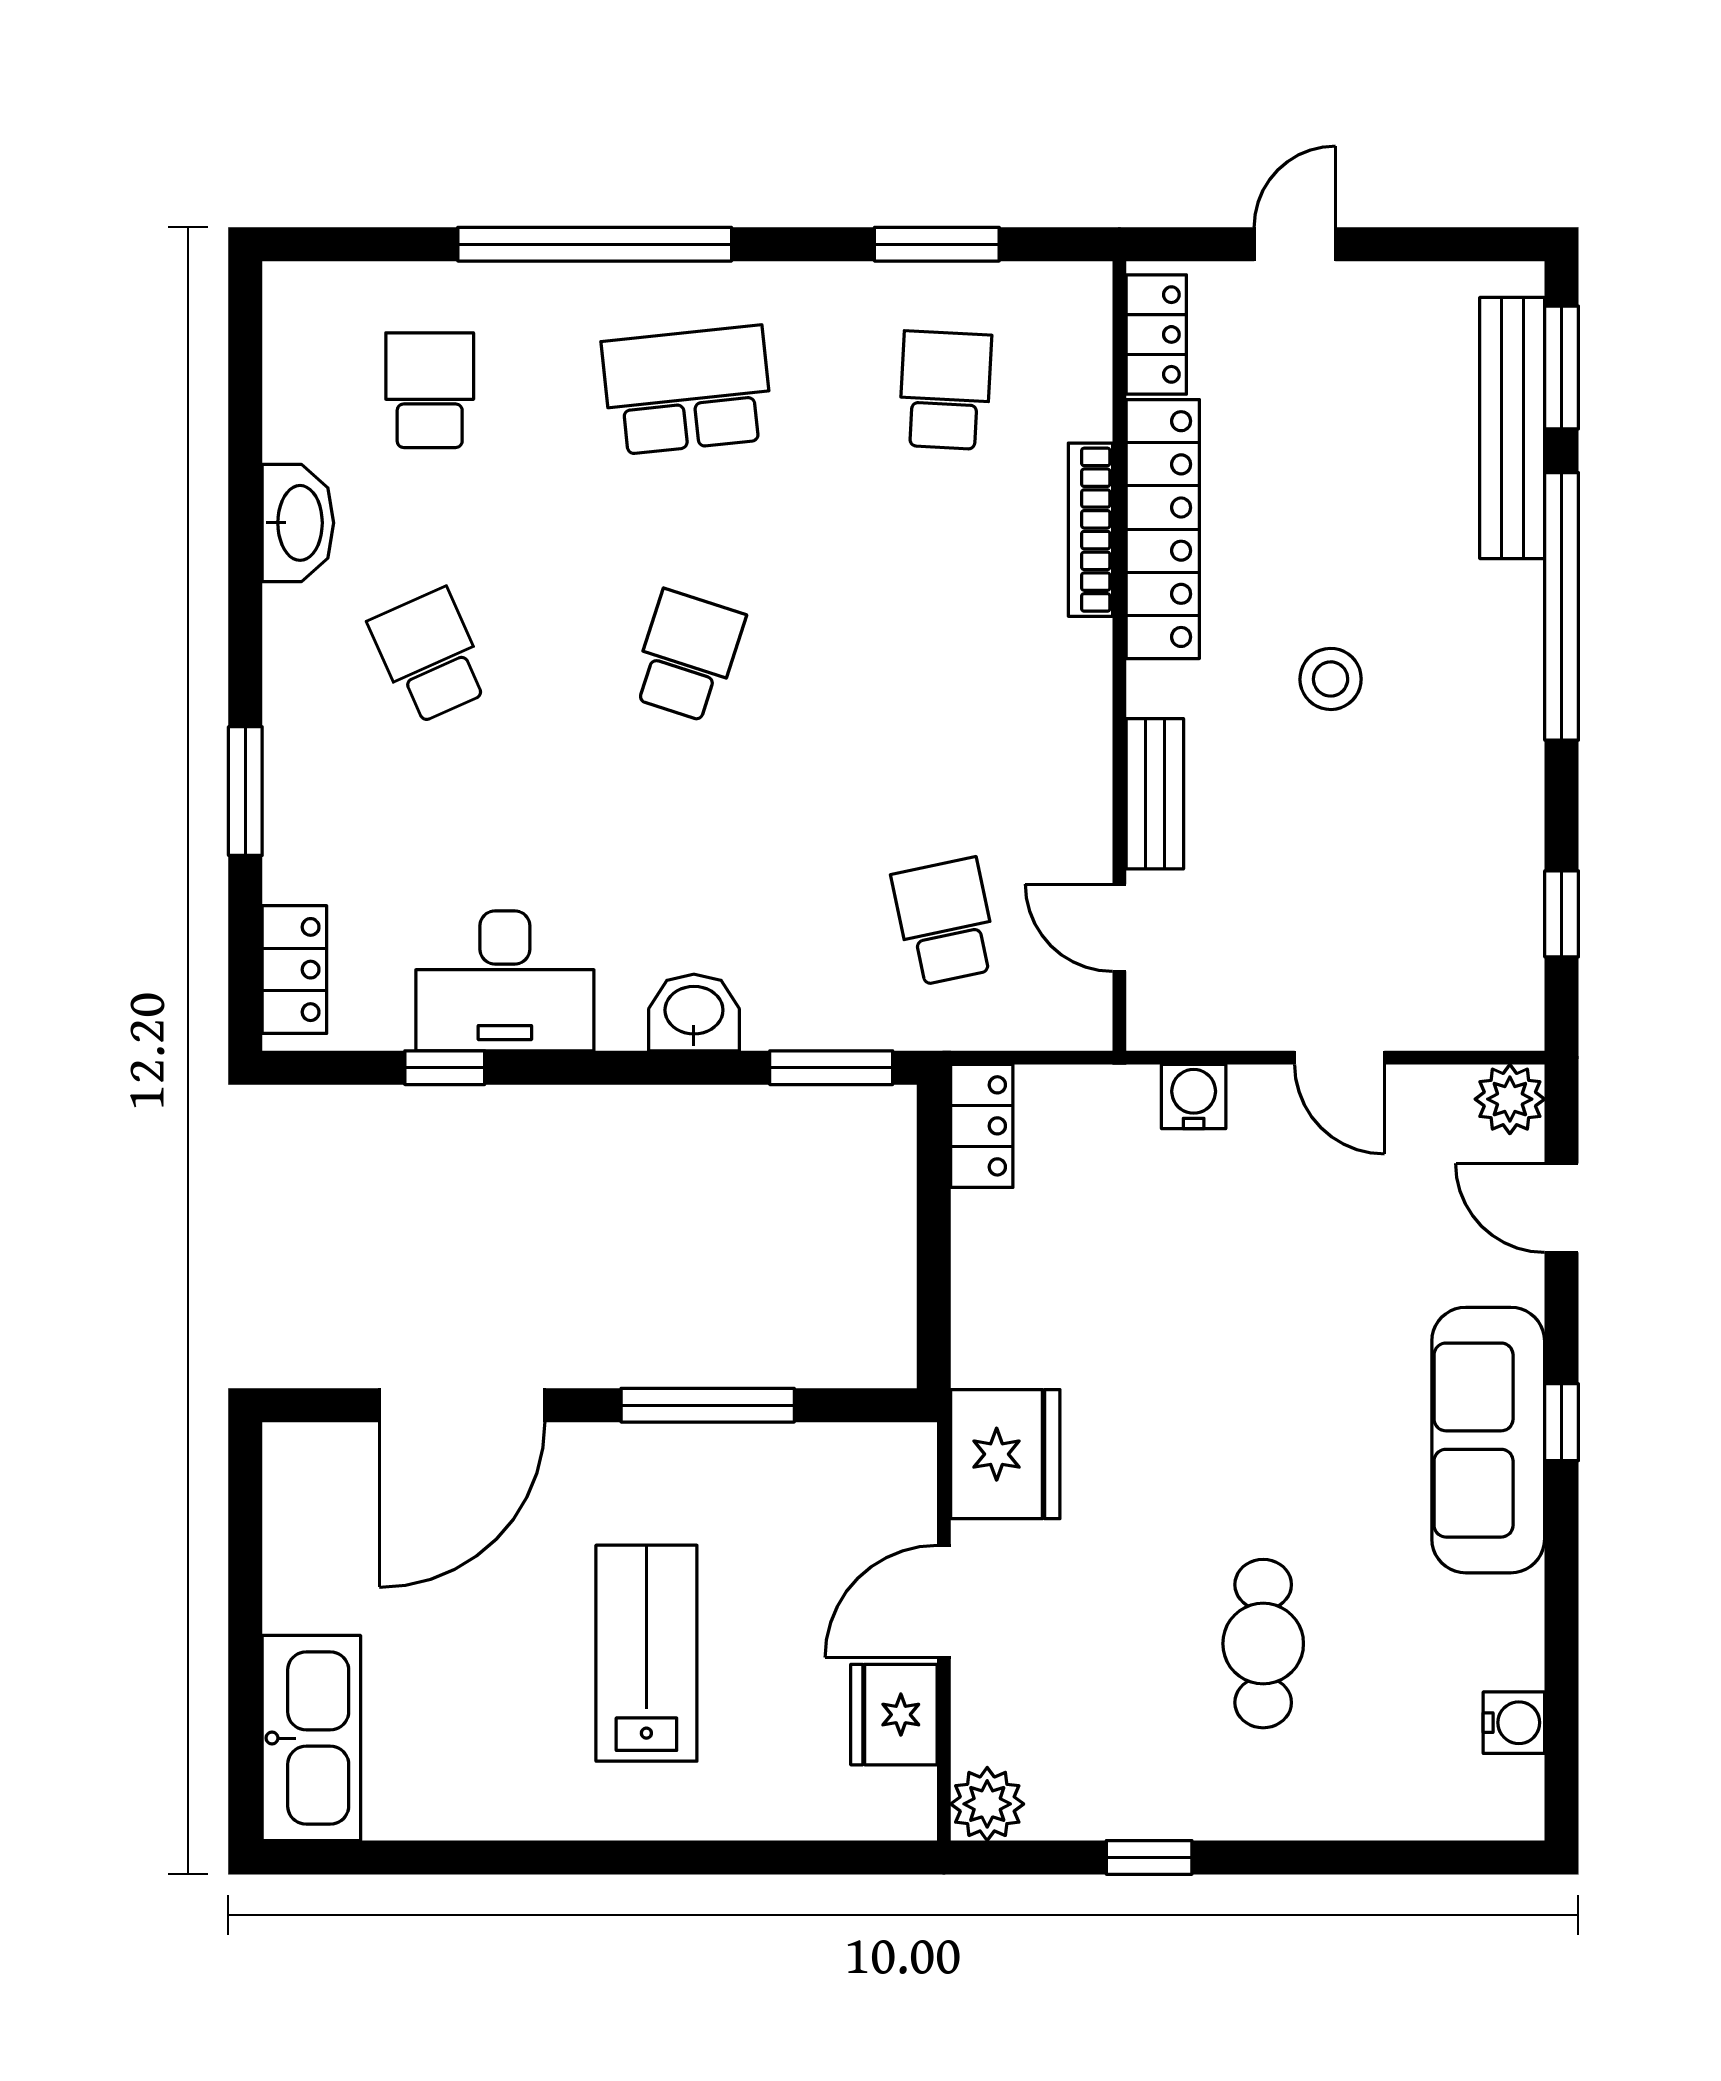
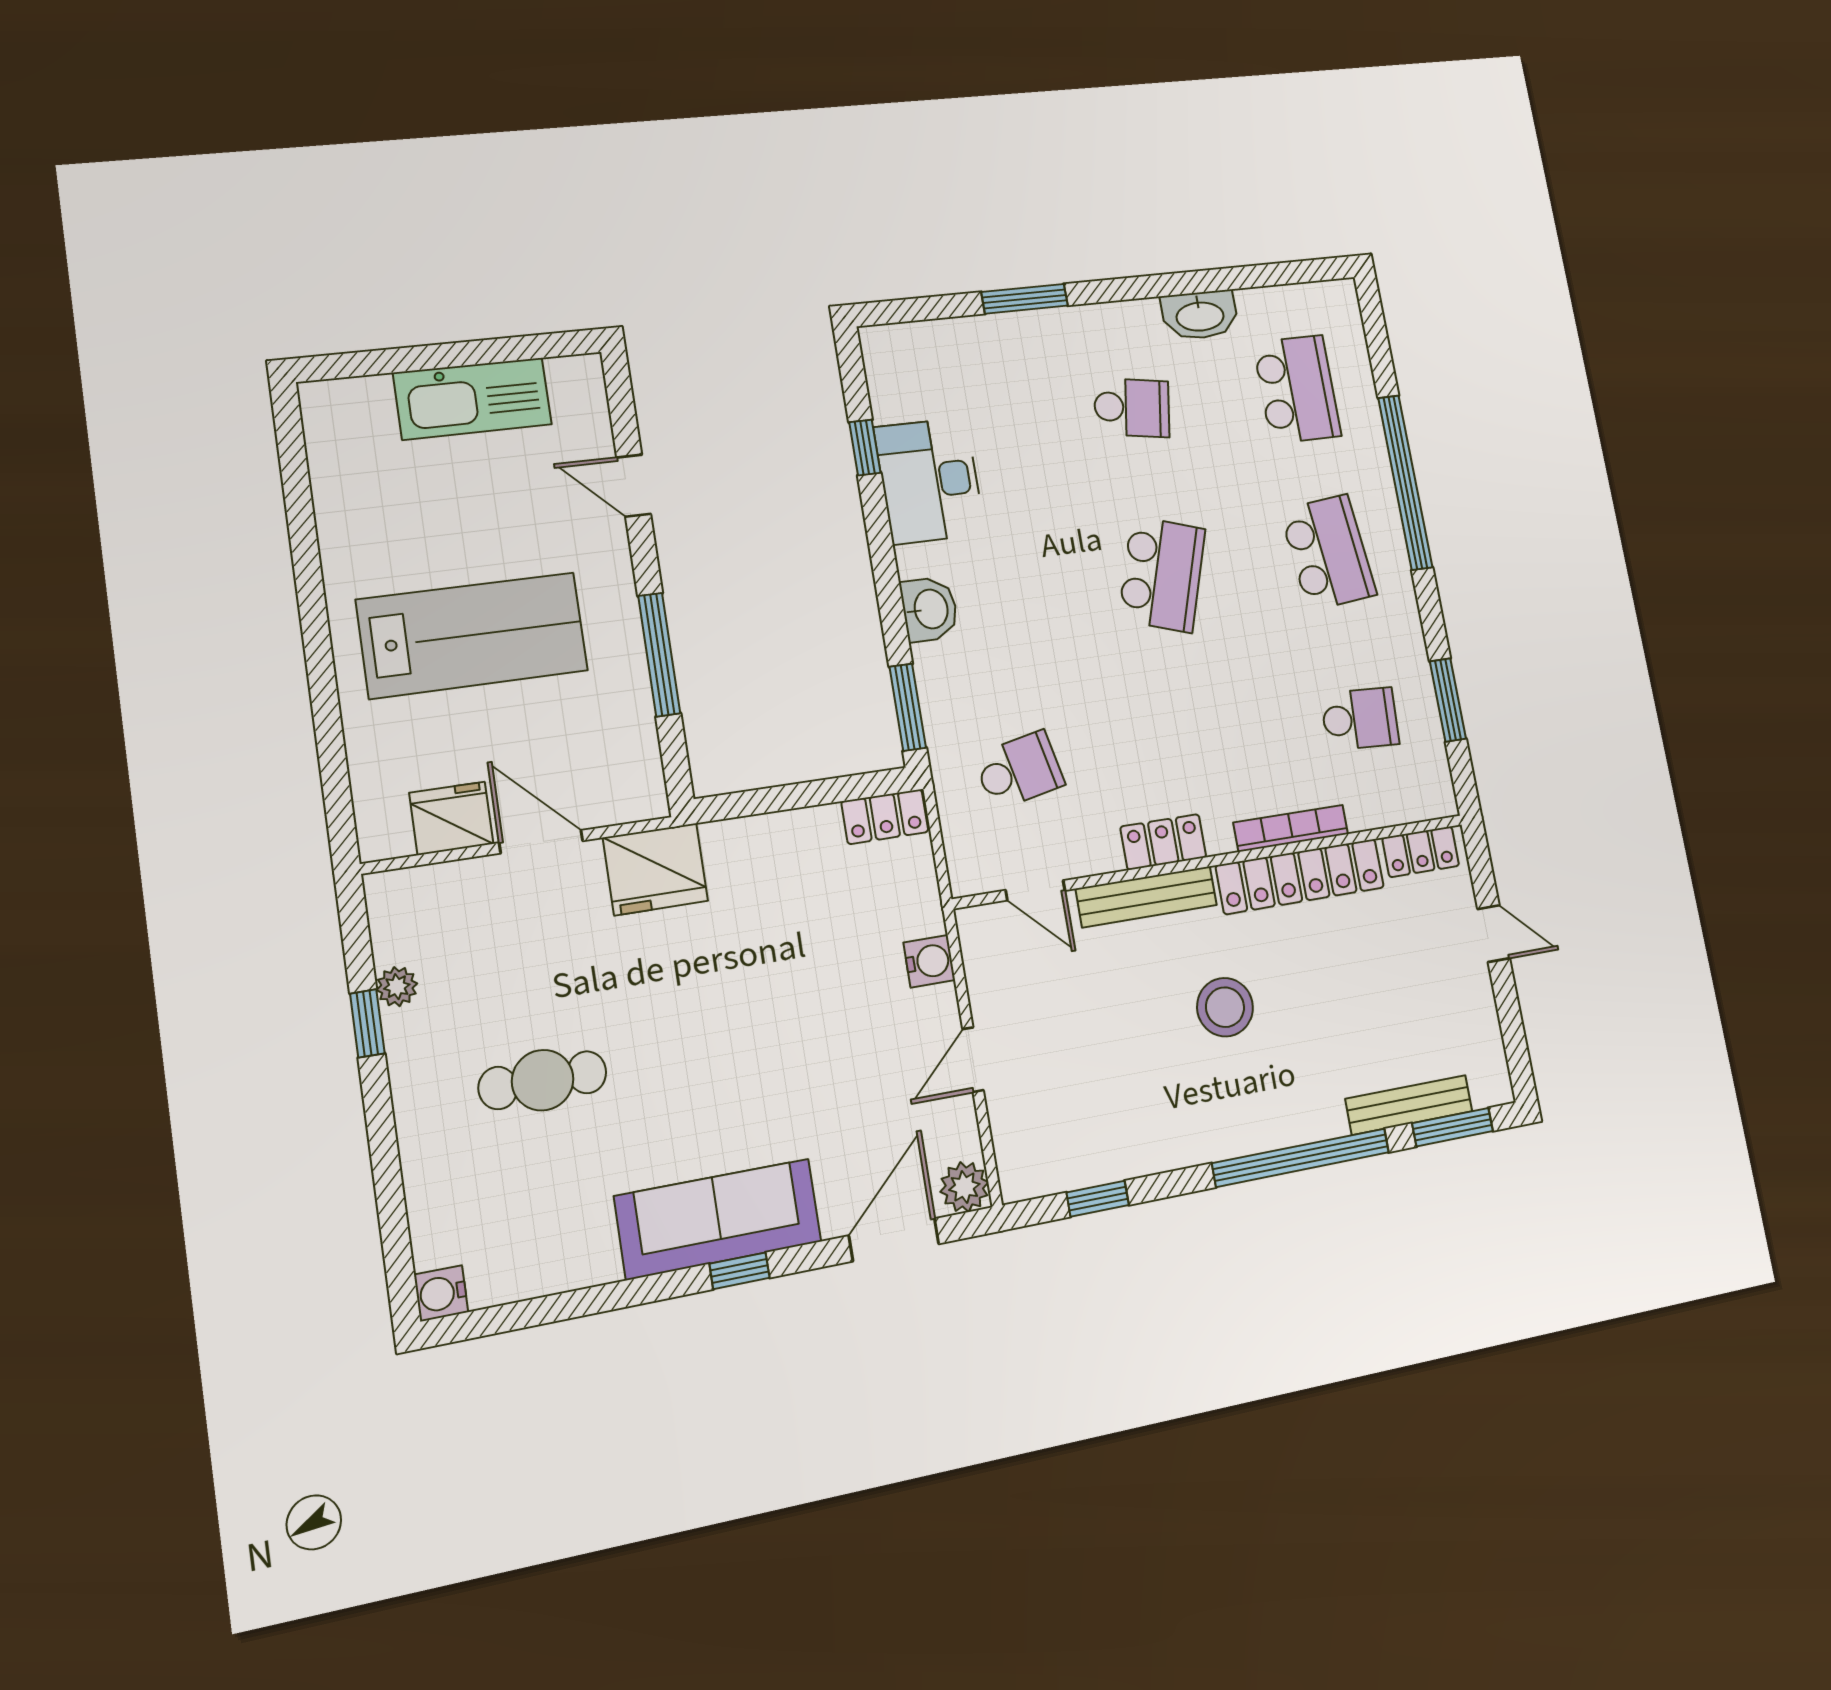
school desk: (430, 390) -> (1297, 389), width x1.85
bench: (1512, 428) -> (1409, 1105), width x0.73, depth x0.82
school desk: (430, 656) -> (1132, 408), turned 33
school desk: (687, 656) -> (1162, 574), width x1.85
stool: (1331, 679) -> (1225, 1007), width x1.38, depth x1.38
bench: (1155, 794) -> (1146, 897), width x1.36
door: (1119, 928) -> (1035, 890), swing flipped
locker: (294, 970) -> (1163, 842), moved, turned 180
door: (1562, 1208) -> (894, 1240), width x1.38
door: (462, 1405) -> (634, 486), width x0.53
lab bench: (646, 1653) -> (473, 635), width x1.36, depth x1.39
water cooler: (1514, 1723) -> (441, 1293), moved, turned 90
kitchen sink: (311, 1738) -> (473, 399), moved
plant: (987, 1804) -> (397, 987), moved, width x0.73, depth x0.73

